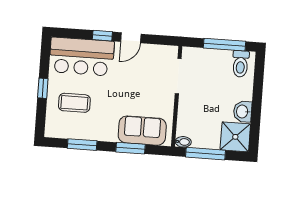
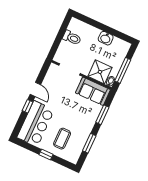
window: (224, 45) -> (61, 34), removed
toilet: (241, 64) -> (72, 38), moved
sofa: (142, 131) -> (93, 91), moved, turned -90
shower: (235, 137) -> (100, 72), moved

